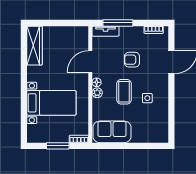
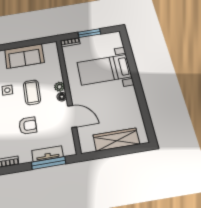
tv unit: (106, 31) -> (47, 154), moved
wardrobe: (35, 46) -> (116, 140), moved, turned 90
door: (90, 61) -> (72, 116), hinge flipped
sofa: (112, 132) -> (24, 56), moved

